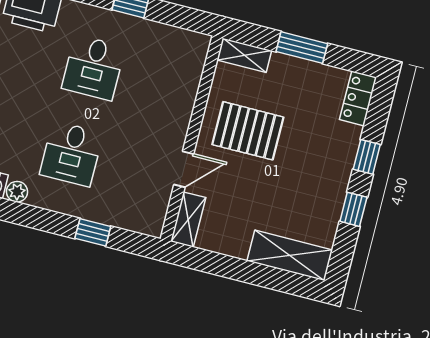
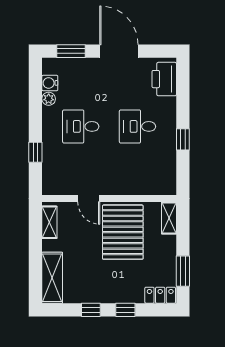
window: (302, 48) -> (183, 271), moved
pallet: (248, 131) -> (123, 232), width x1.37, depth x1.41
shelving: (188, 220) -> (49, 222), moved, turned 90

